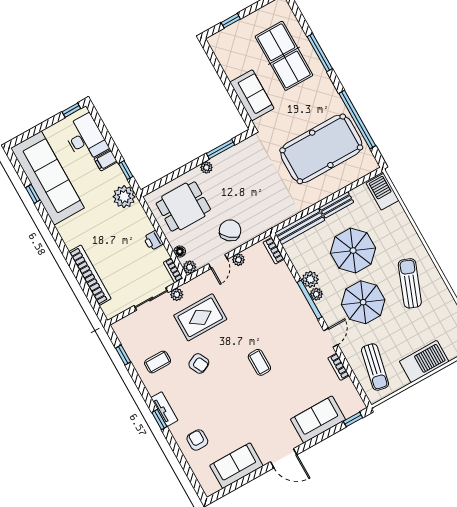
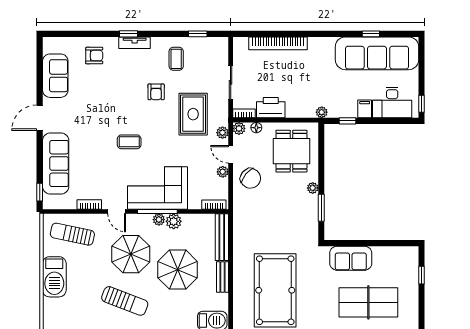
plant: (124, 197) -> (322, 112), width x0.53, depth x0.53
printer: (153, 240) -> (271, 108), width x1.87, depth x1.48
plant: (177, 295) -> (222, 133), moved
corner sofa: (288, 312) -> (157, 188), added
armchair: (199, 363) -> (156, 92), turned -64
sofa: (318, 419) -> (56, 163), width x1.36

